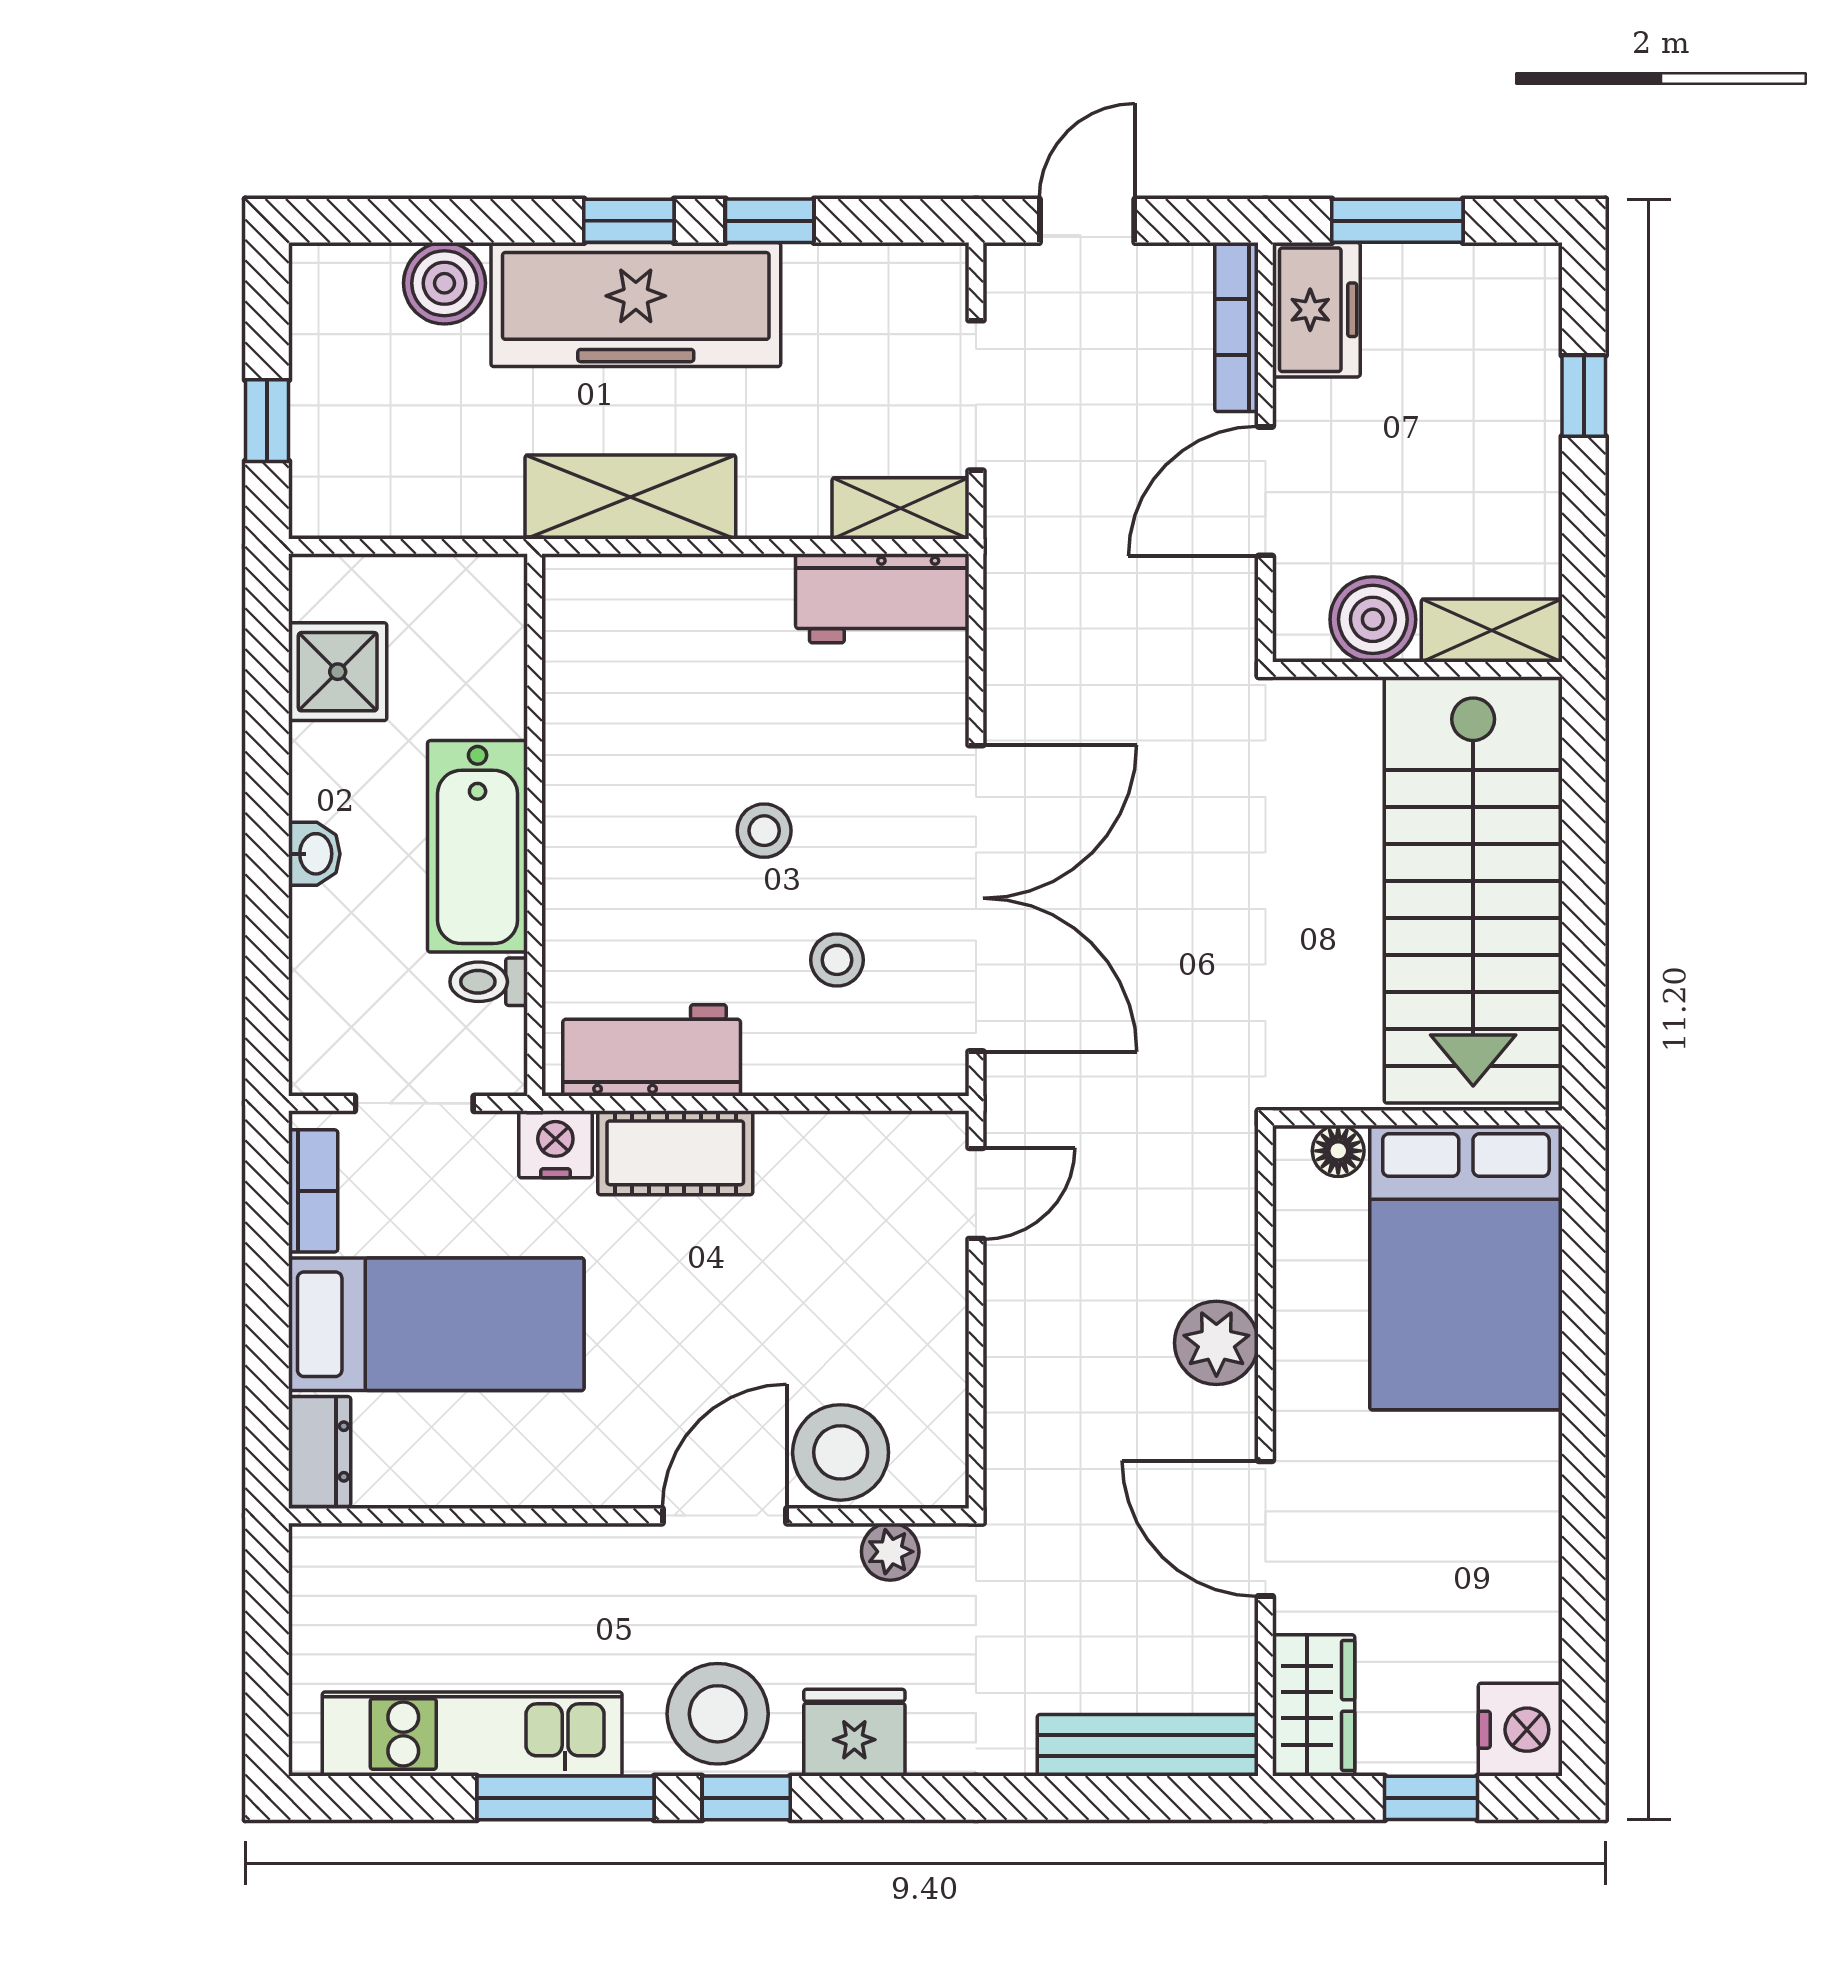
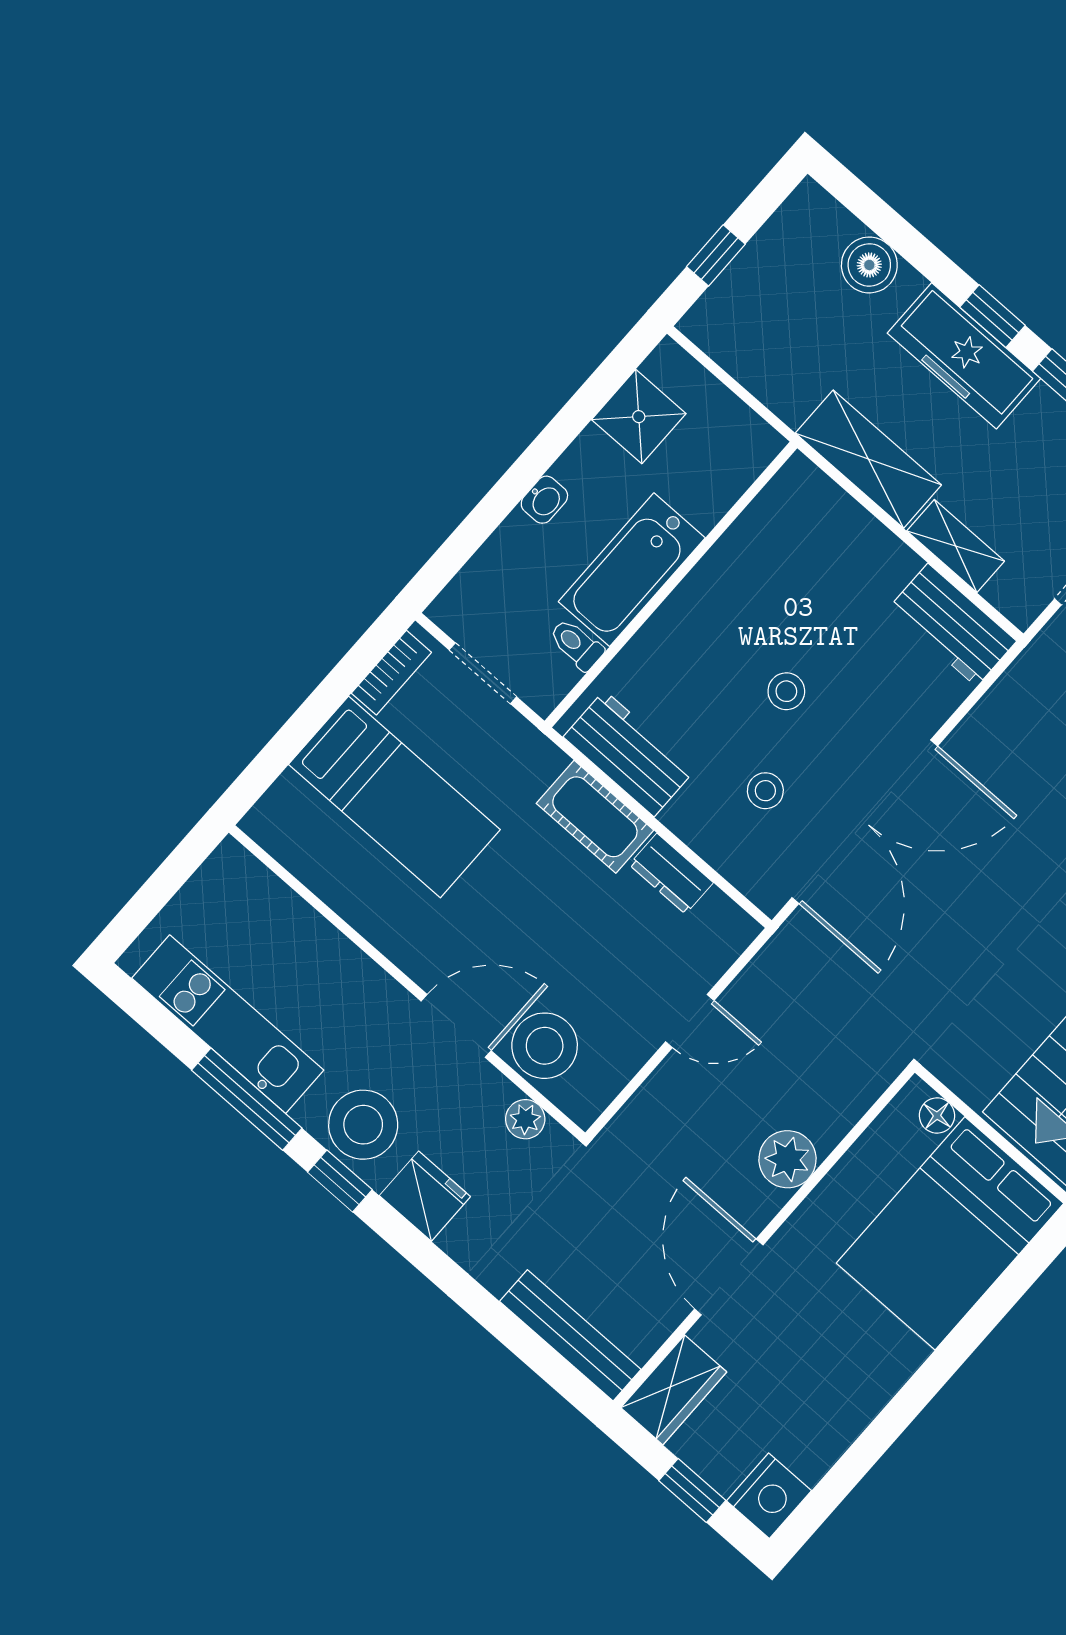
freezer: (636, 305) -> (964, 356), width x0.73, depth x0.79
shelving: (900, 508) -> (956, 546), moved
nightstand: (555, 1144) -> (537, 758), removed
door: (976, 1193) -> (690, 1021), moved
dresser: (320, 1451) -> (671, 874), moved, turned 90

